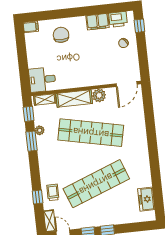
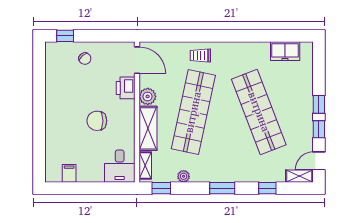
printer: (118, 19) -> (126, 88), moved, turned 180
filing cabinet: (98, 22) -> (54, 88), removed
filing cabinet: (31, 27) -> (69, 173), moved
chair: (61, 35) -> (97, 121), moved
window: (31, 141) -> (222, 188), moved
trolley: (53, 192) -> (200, 55), moved

